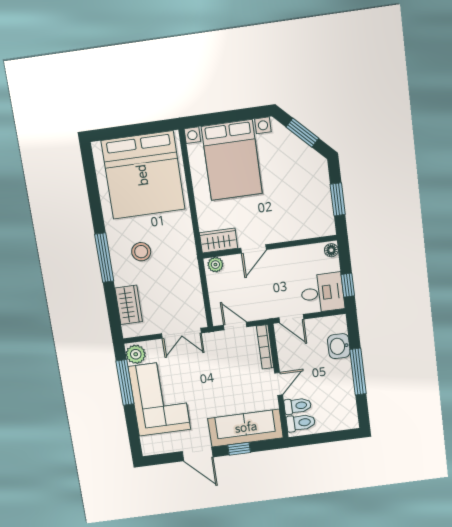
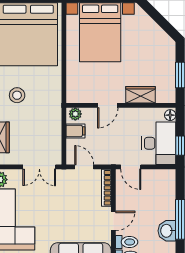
window: (302, 133) -> (159, 19), removed
wardrobe: (219, 240) -> (140, 95), moved
filing cabinet: (219, 285) -> (75, 131), added
desk: (322, 293) -> (159, 143), width x1.37
washbasin: (339, 346) -> (167, 231), moved

